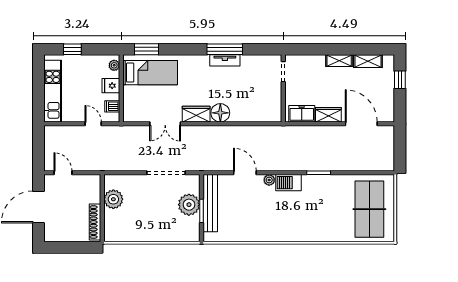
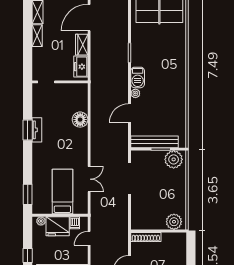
window: (225, 49) -> (28, 130), width x0.69
bed: (150, 73) -> (62, 191), moved
fridge: (111, 86) -> (58, 226), width x1.88, depth x1.34
floor lamp: (220, 113) -> (80, 120), moved
wardrobe: (196, 114) -> (81, 154), removed
plant: (113, 199) -> (174, 222), moved
plant: (189, 205) -> (174, 159), moved
shoe rack: (95, 222) -> (146, 237), moved

